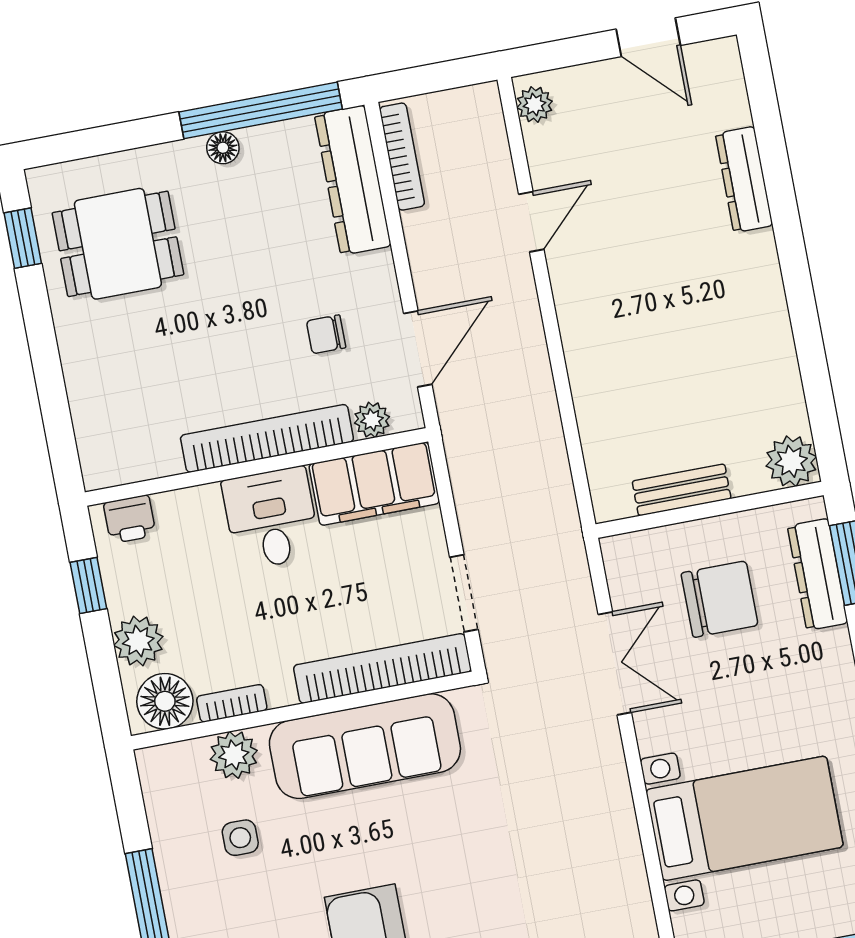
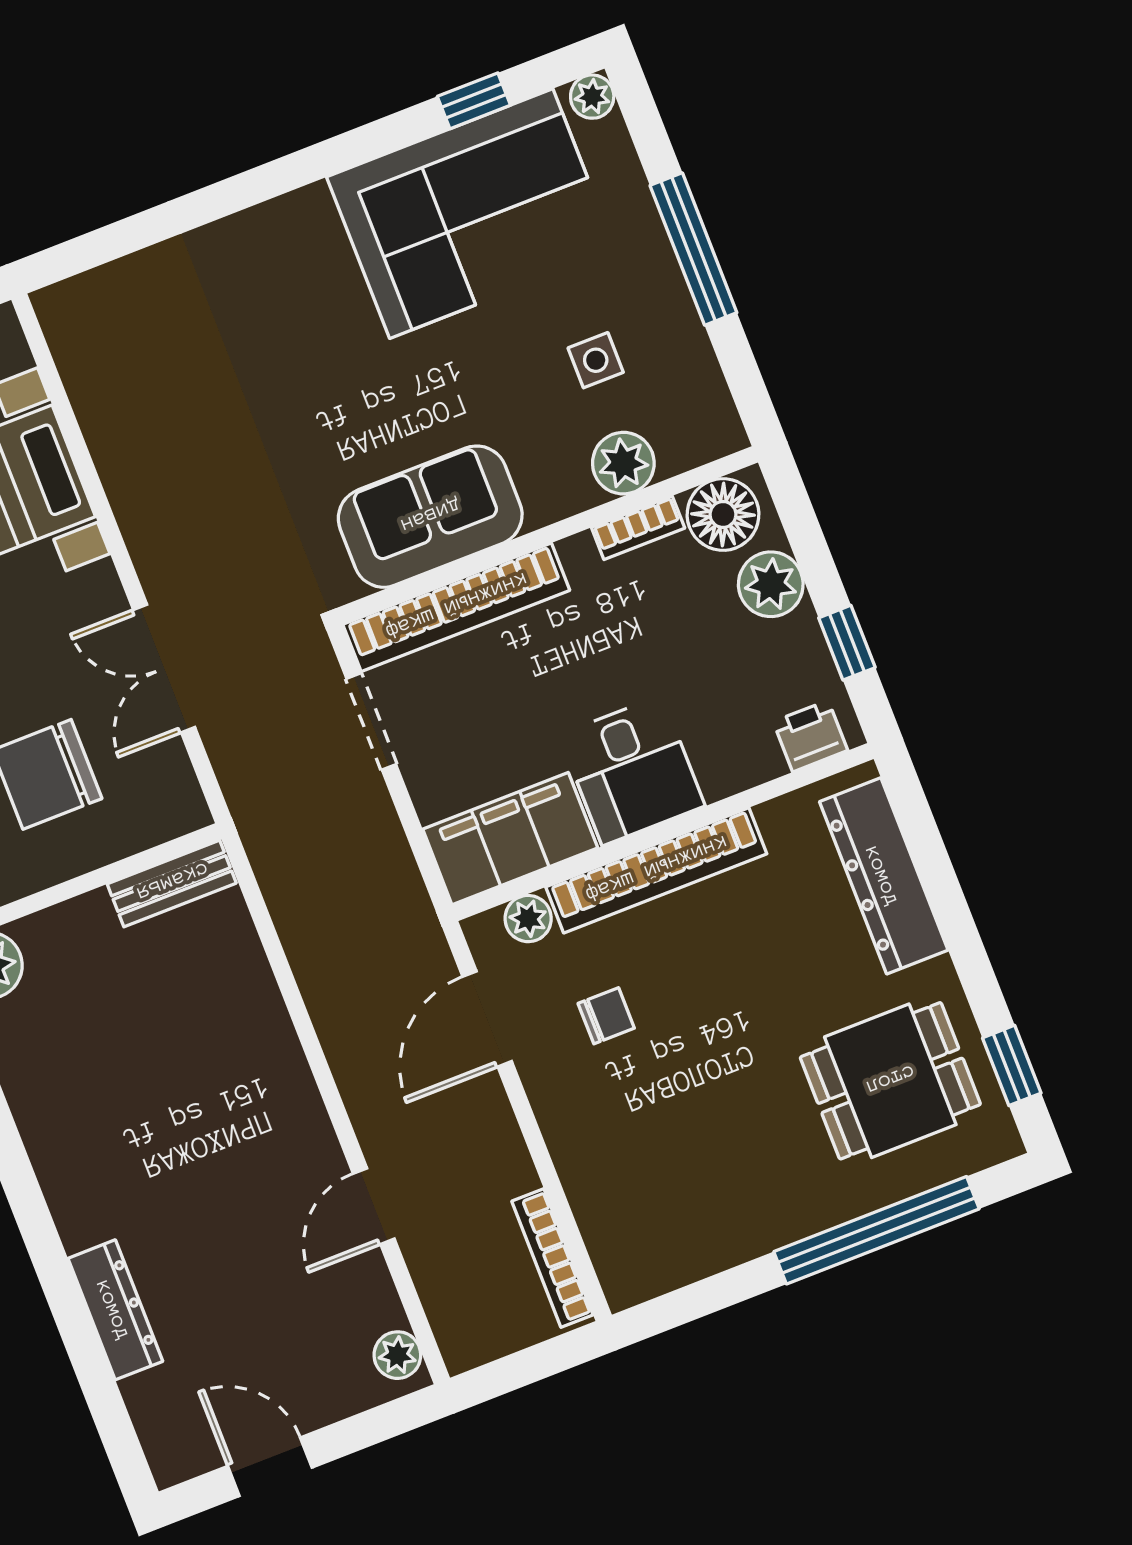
window: (261, 110) -> (877, 1230), moved
floor lamp: (223, 148) -> (781, 1227), removed
dresser: (353, 180) -> (884, 876), moved, turned 180
bench: (682, 490) -> (172, 883), moved
sofa: (365, 746) -> (430, 517), width x0.73

